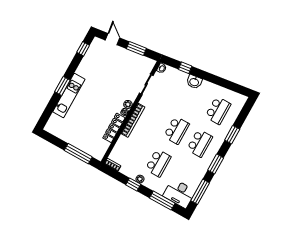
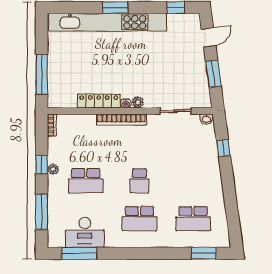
washbasin: (194, 82) -> (212, 169), removed
kitchen unit: (69, 96) -> (108, 22), width x1.86
school desk: (176, 130) -> (139, 181), width x0.54
window: (232, 135) -> (204, 253), moved
window: (216, 164) -> (125, 253), removed
desk: (179, 193) -> (85, 232), moved, turned -90

